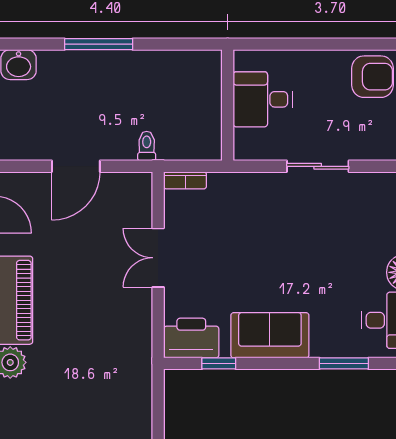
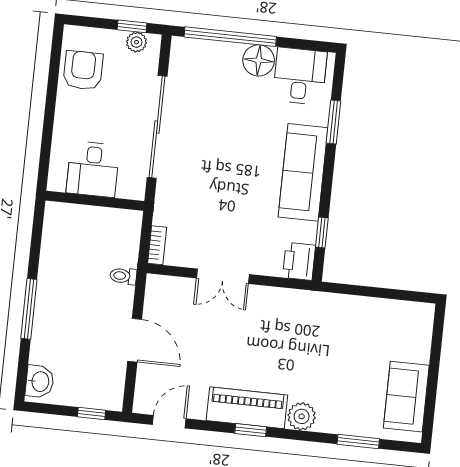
sliding door: (318, 166) -> (157, 127), width x1.86
sofa: (270, 335) -> (303, 172), width x1.36
printer: (191, 338) -> (299, 261), width x0.73, depth x0.84

